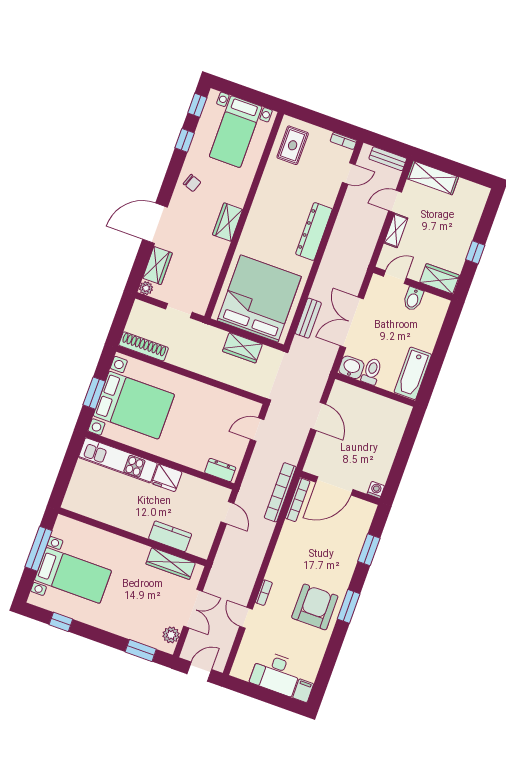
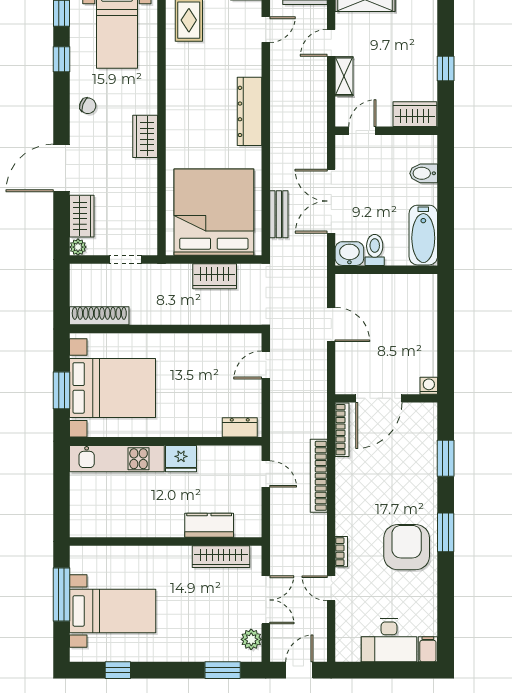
bidet: (413, 299) -> (424, 173), moved, turned 90
bookcase: (280, 492) -> (319, 476), moved

